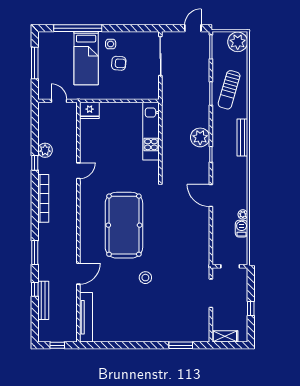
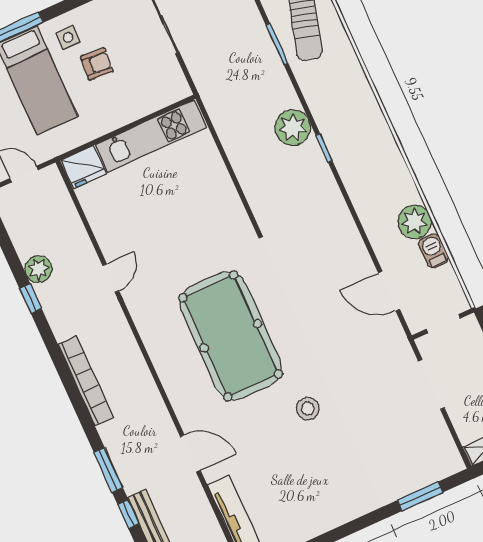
kitchen unit: (151, 131) -> (151, 136), moved, turned -90
bench: (242, 137) -> (365, 95), removed
door: (211, 196) -> (389, 291), moved
bookcase: (43, 198) -> (86, 381), moved
plant: (243, 214) -> (415, 222), width x1.88, depth x1.88
window: (35, 252) -> (108, 470), moved
door: (78, 274) -> (190, 453), hinge flipped

